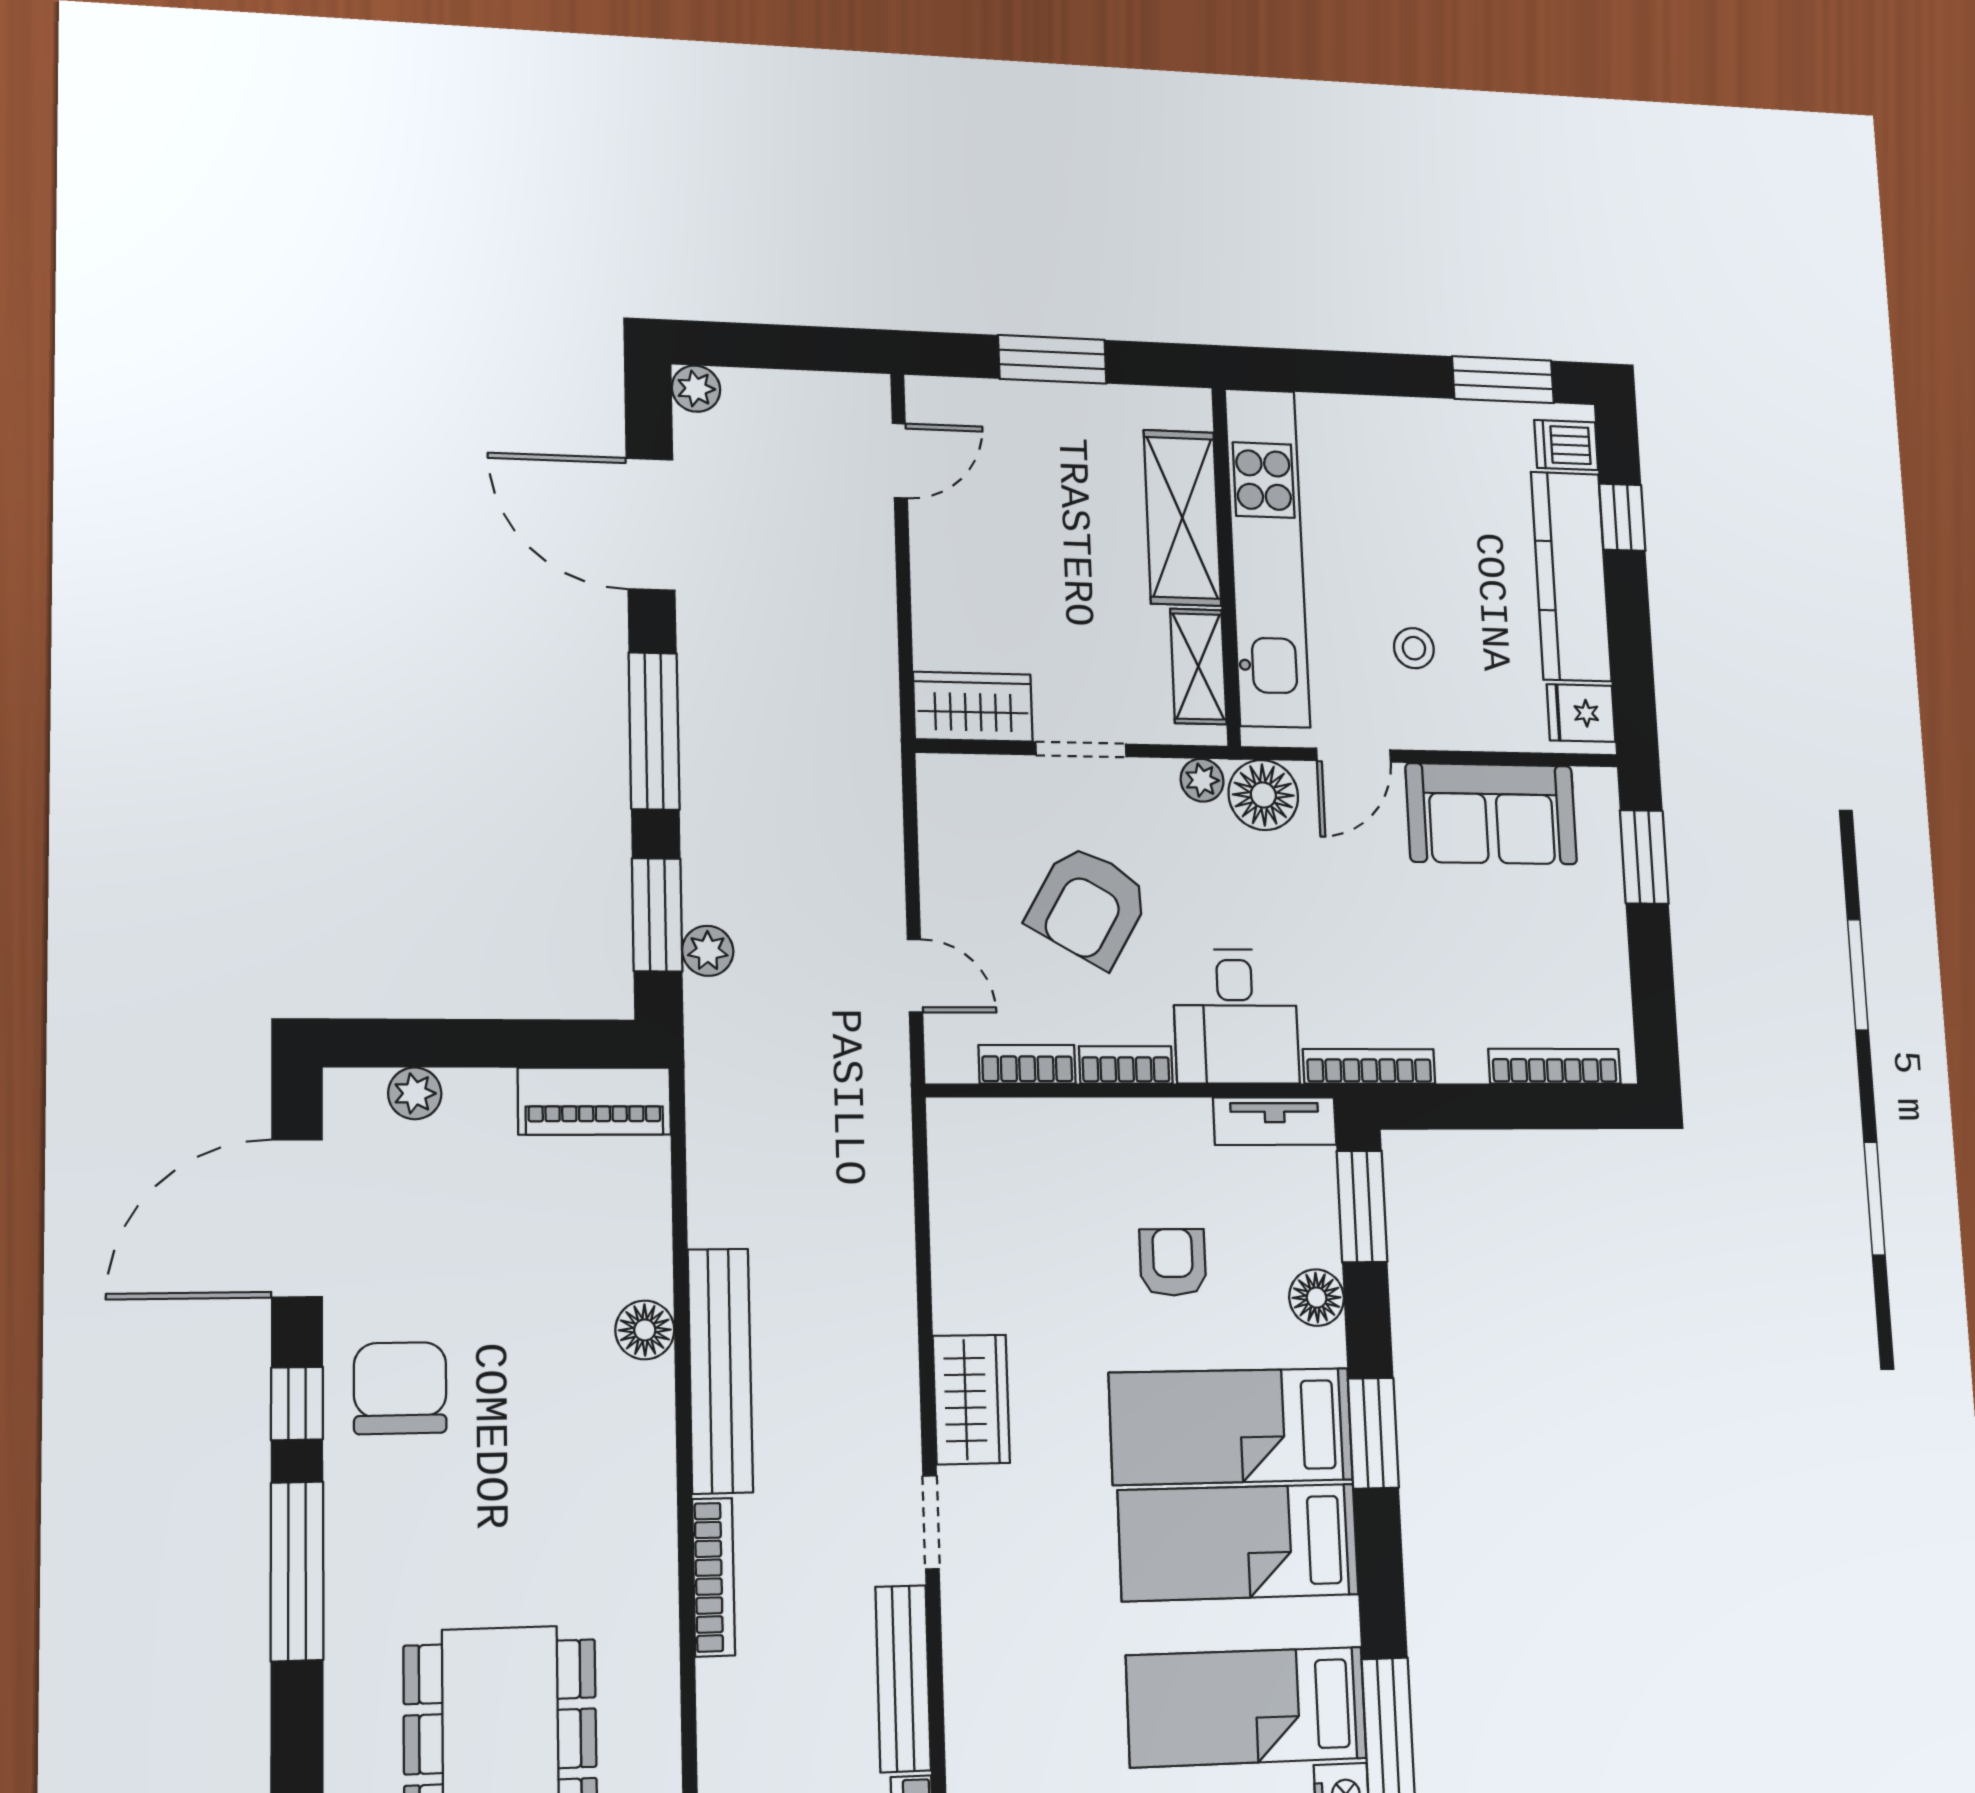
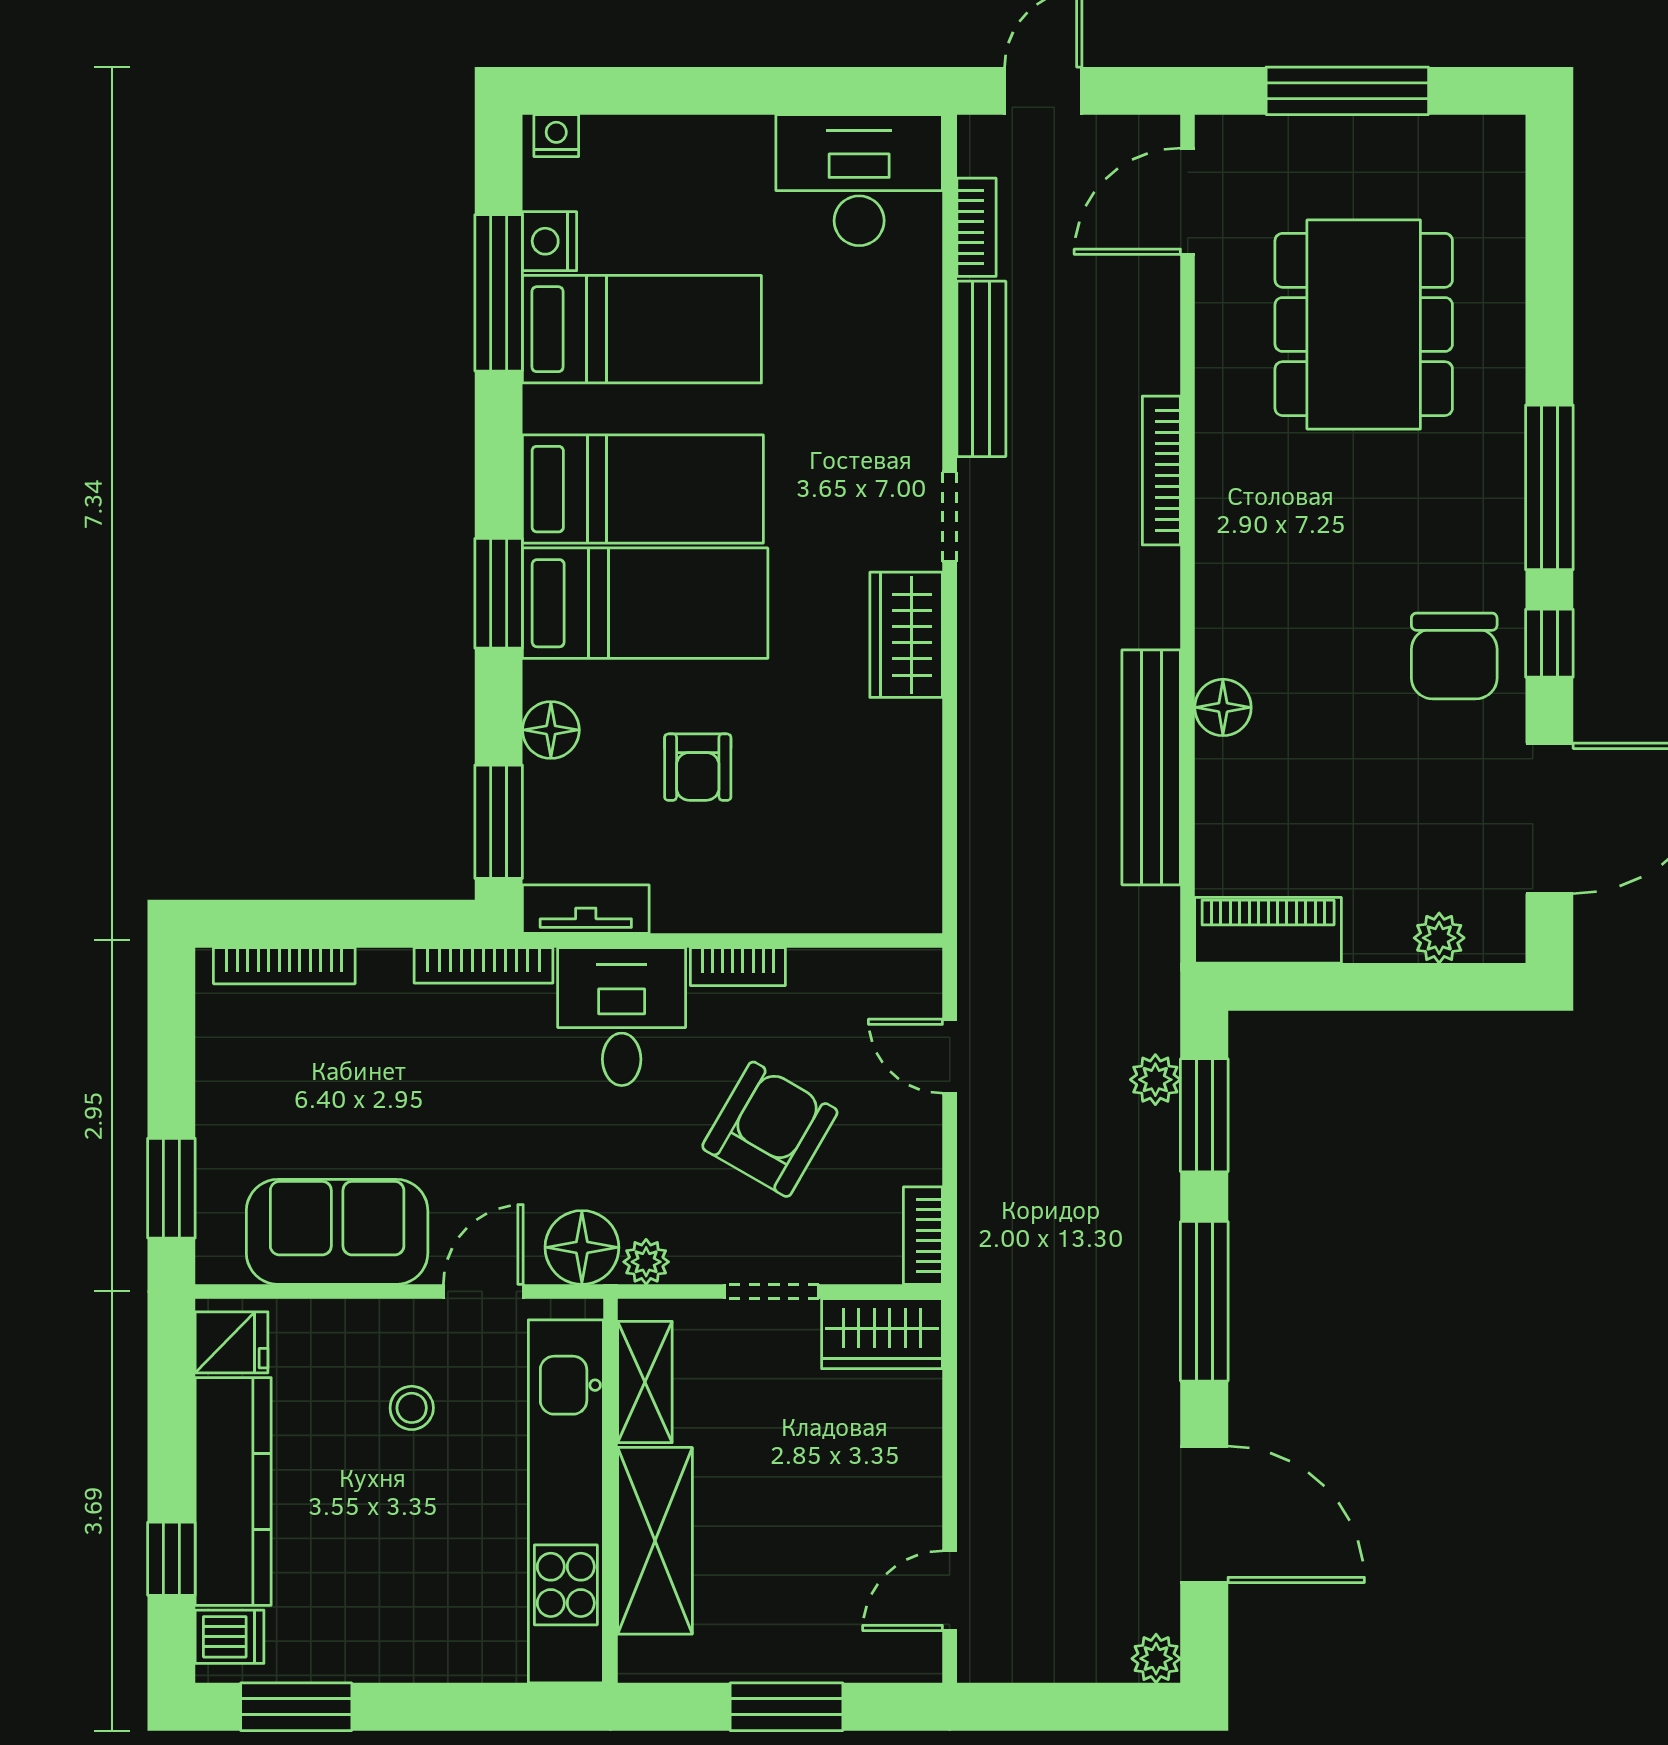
bookcase: (1027, 1064) -> (923, 1236), moved, turned 90
bench: (720, 1371) -> (1151, 767), moved

